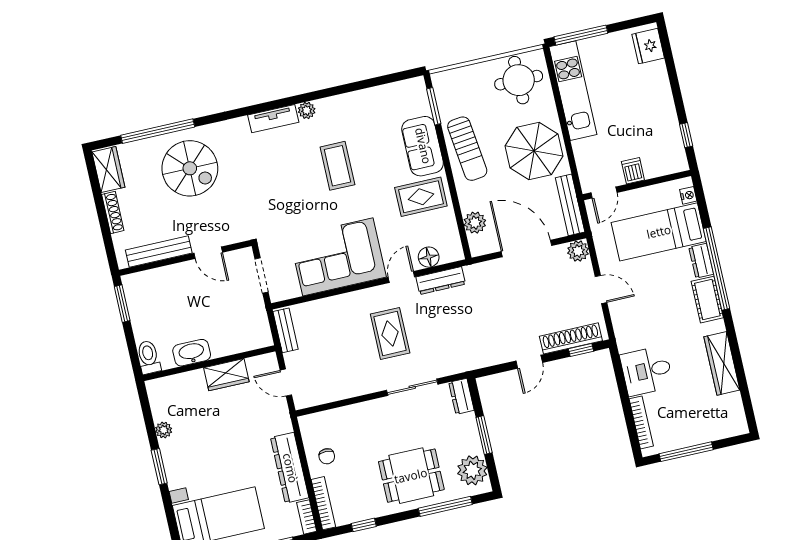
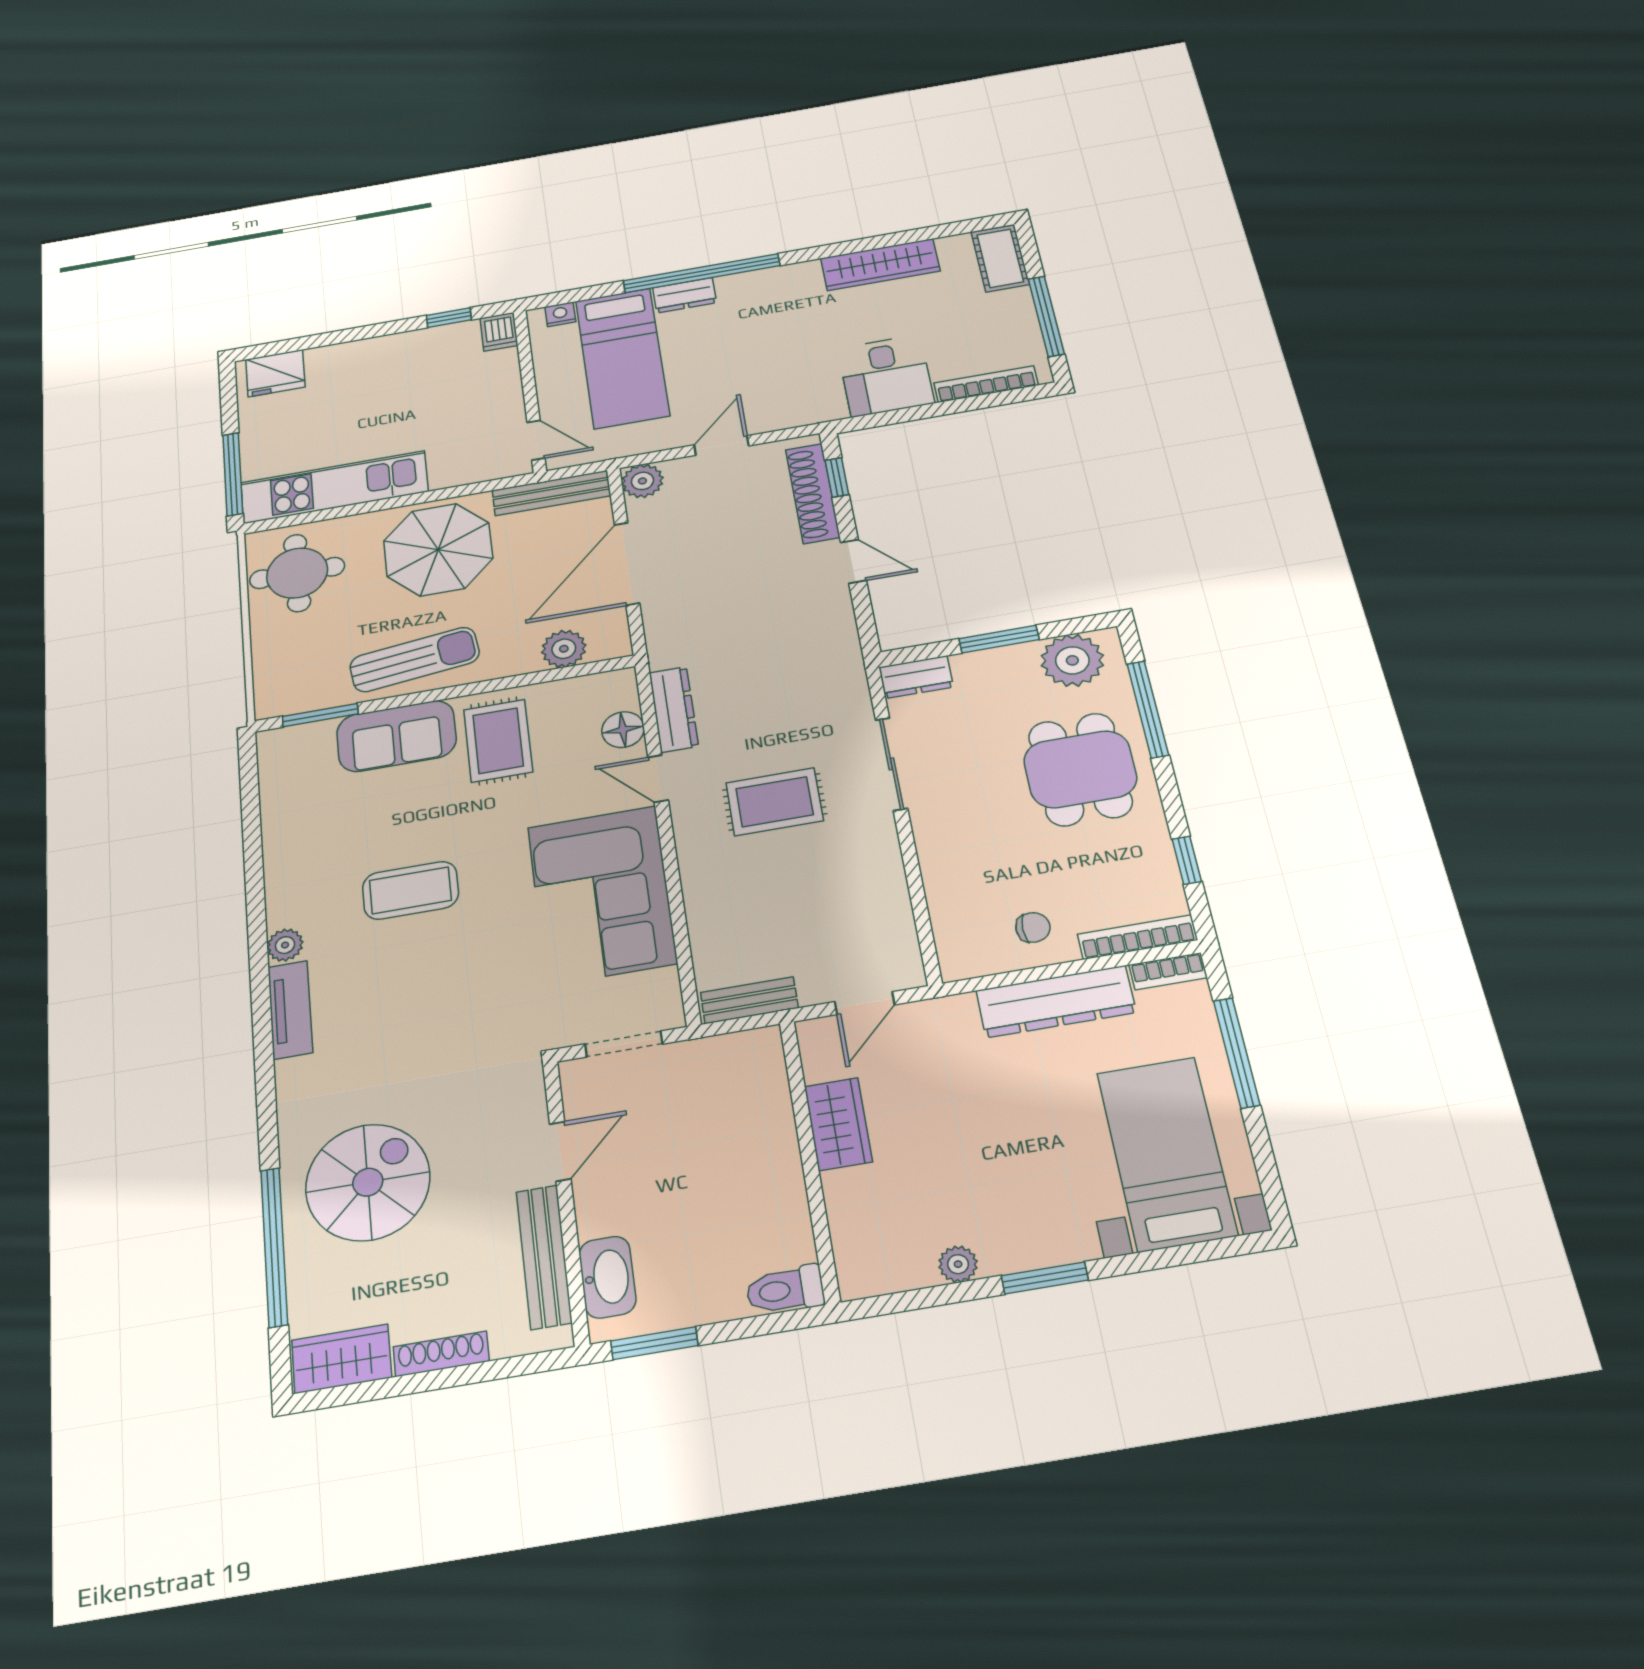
dishwasher: (633, 171) -> (499, 332), moved, turned -90
cot: (707, 300) -> (1000, 258), moved, turned 90
washbasin: (192, 353) -> (607, 1277), moved, turned 180

